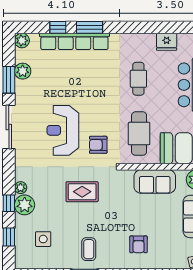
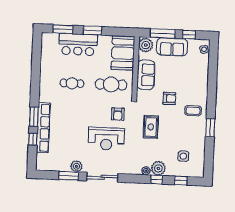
plant: (22, 41) -> (41, 165), removed
fridge: (167, 42) -> (46, 62), removed
plant: (23, 71) -> (76, 166), moved
armchair: (139, 244) -> (169, 98), moved
coffee table: (89, 249) -> (193, 111), moved

